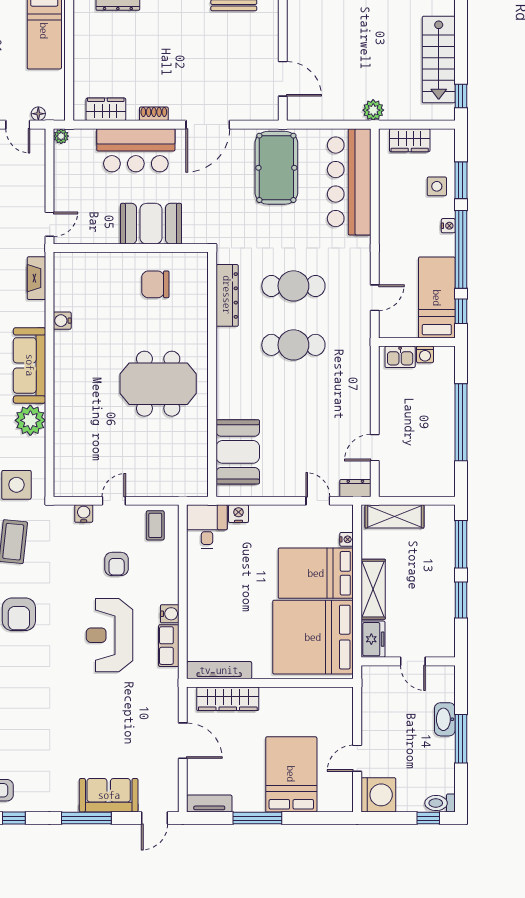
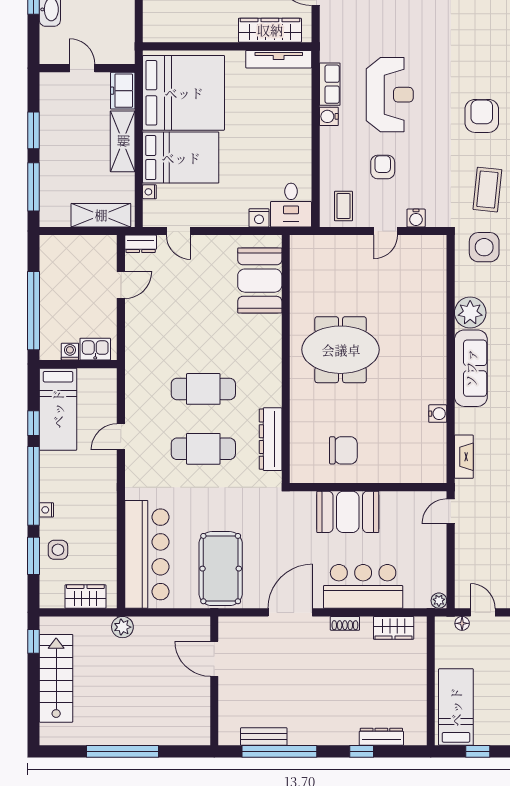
bed: (437, 298) -> (58, 409), moved
wall: (417, 342) -> (78, 364), moved
washing machine: (425, 354) -> (70, 352), moved
kitchen sink: (400, 357) -> (95, 349), moved

